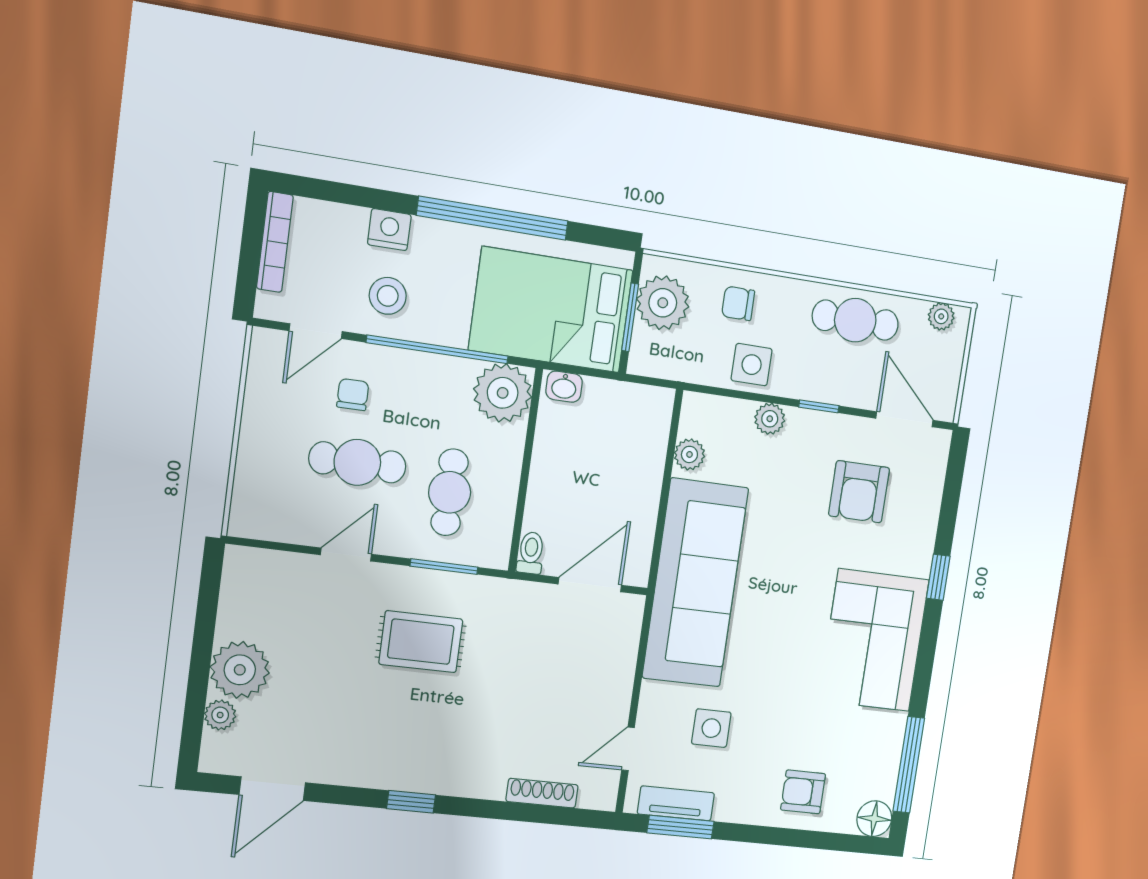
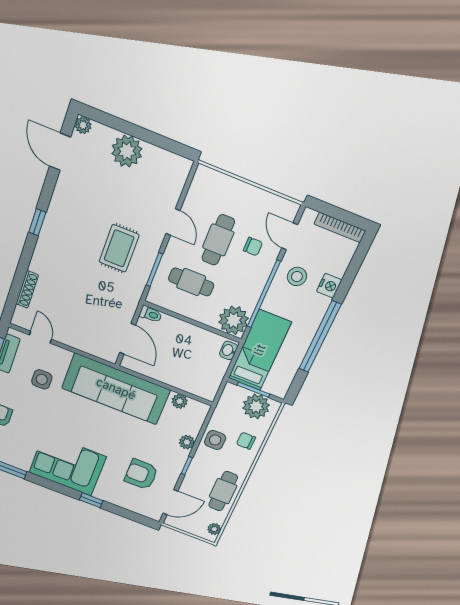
chair: (738, 303) -> (246, 441), turned -90
bed: (551, 310) -> (260, 350), width x0.67
plant: (220, 715) -> (83, 125), moved

